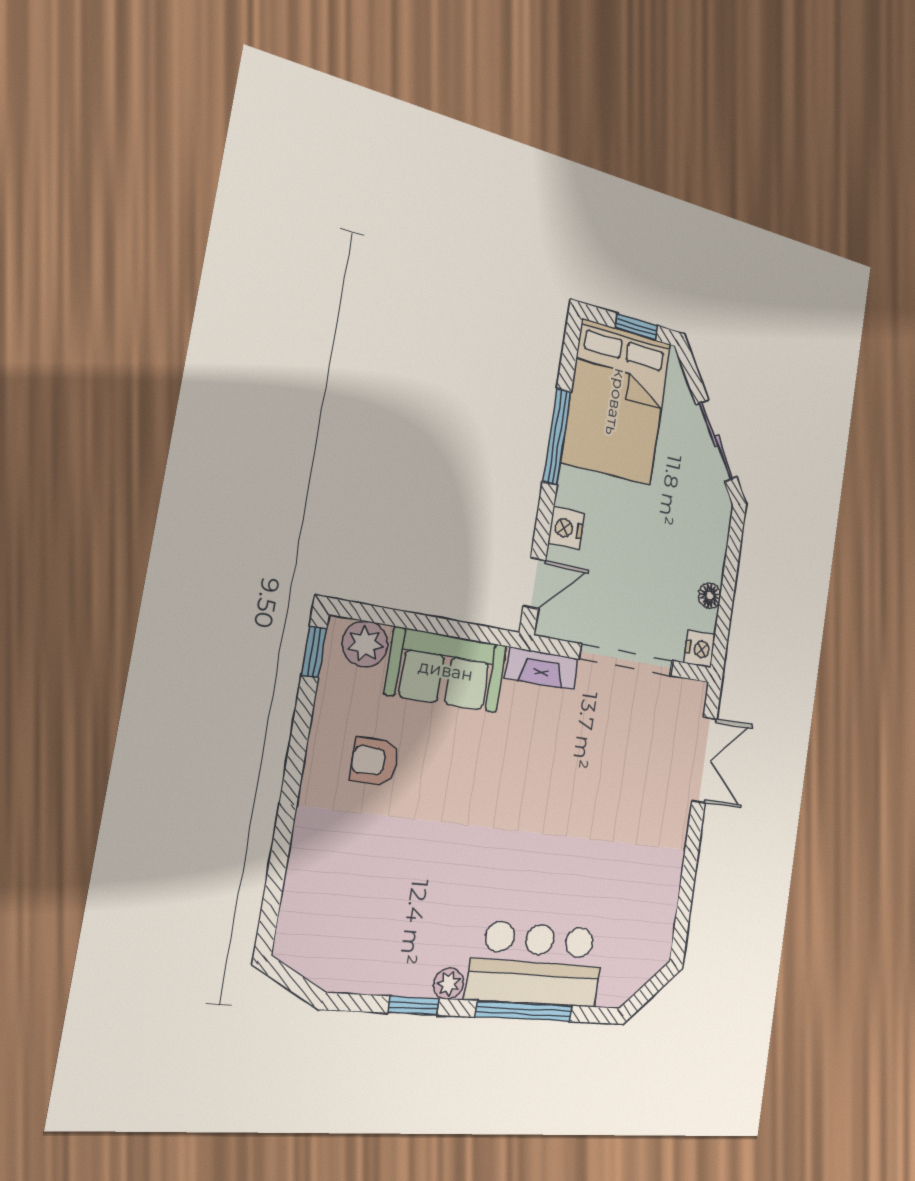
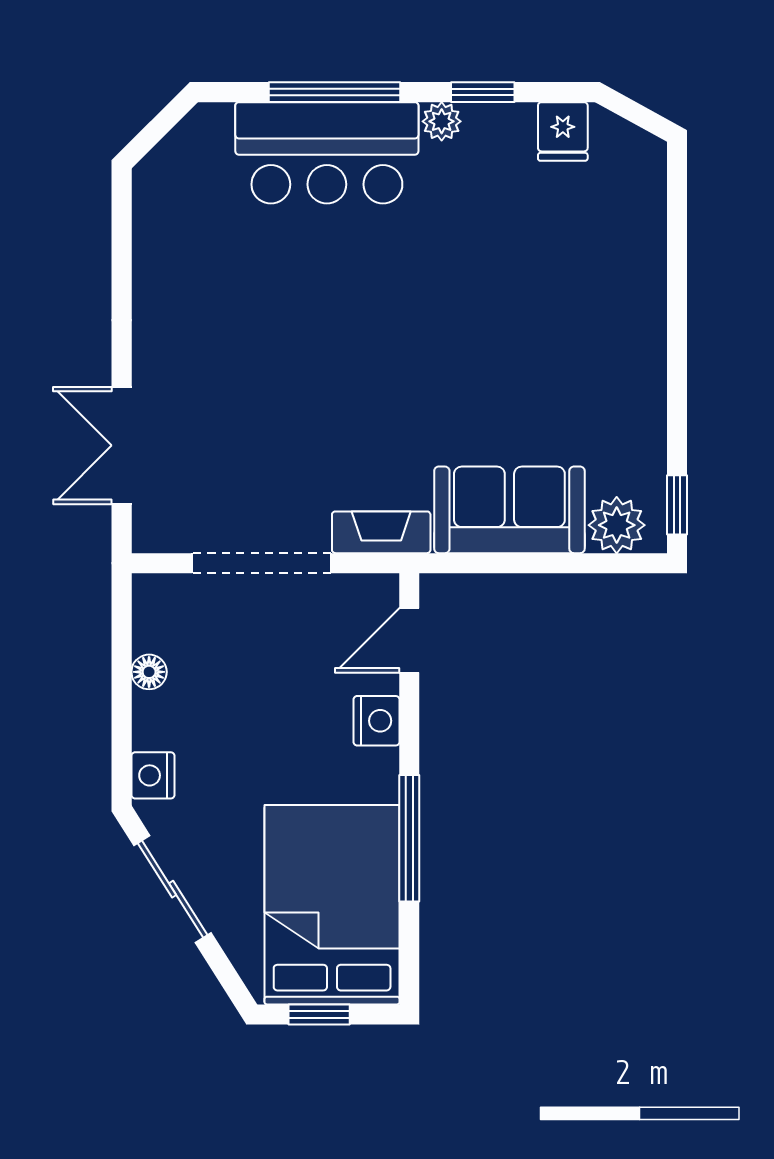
nightstand: (700, 649) -> (153, 775), moved
armchair: (374, 761) -> (582, 384), removed
fridge: (356, 970) -> (563, 131), added

